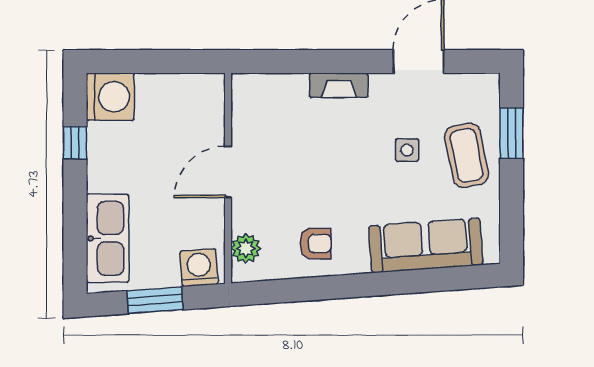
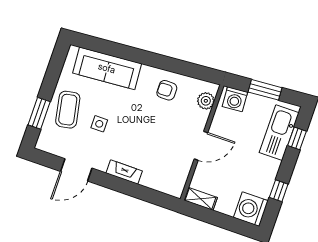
shelving: (199, 85) -> (200, 199), added
window: (75, 239) -> (297, 138), added

